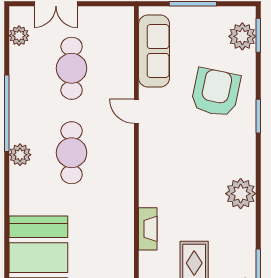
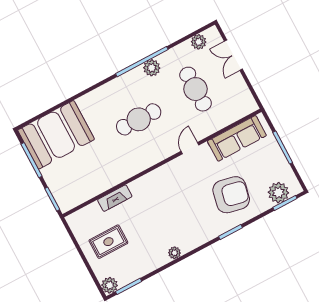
cafe table: (72, 68) -> (196, 89), turned 90
plant: (20, 155) -> (152, 68), moved
plant: (241, 194) -> (174, 253), width x0.53, depth x0.53

